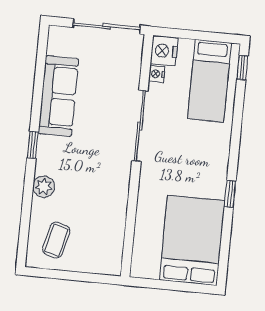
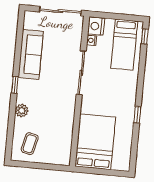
bed: (192, 240) -> (95, 142), moved

